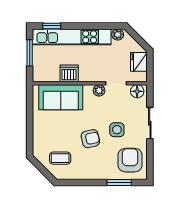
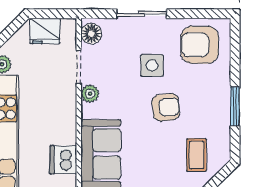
dishwasher: (69, 73) -> (63, 160), moved
armchair: (90, 139) -> (166, 107), turned 96
window: (119, 183) -> (235, 107), moved

